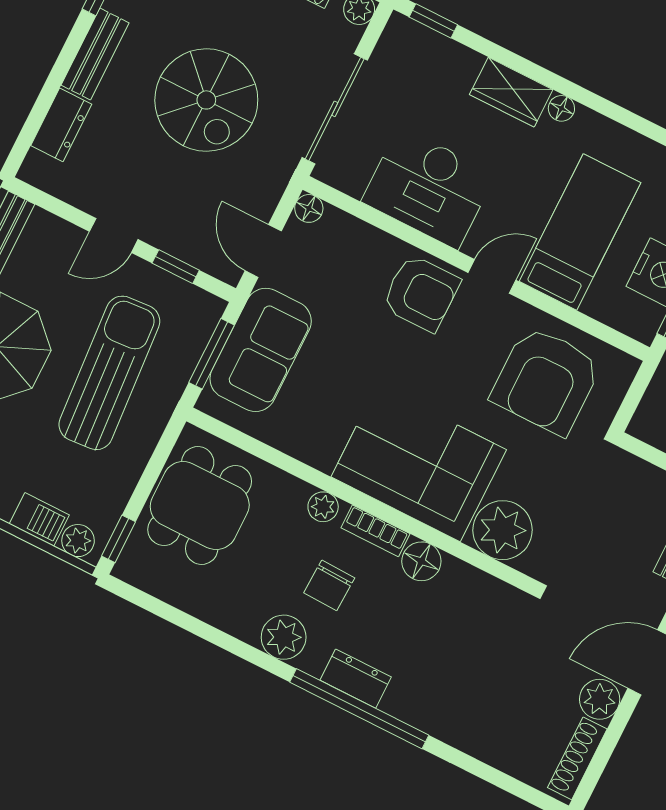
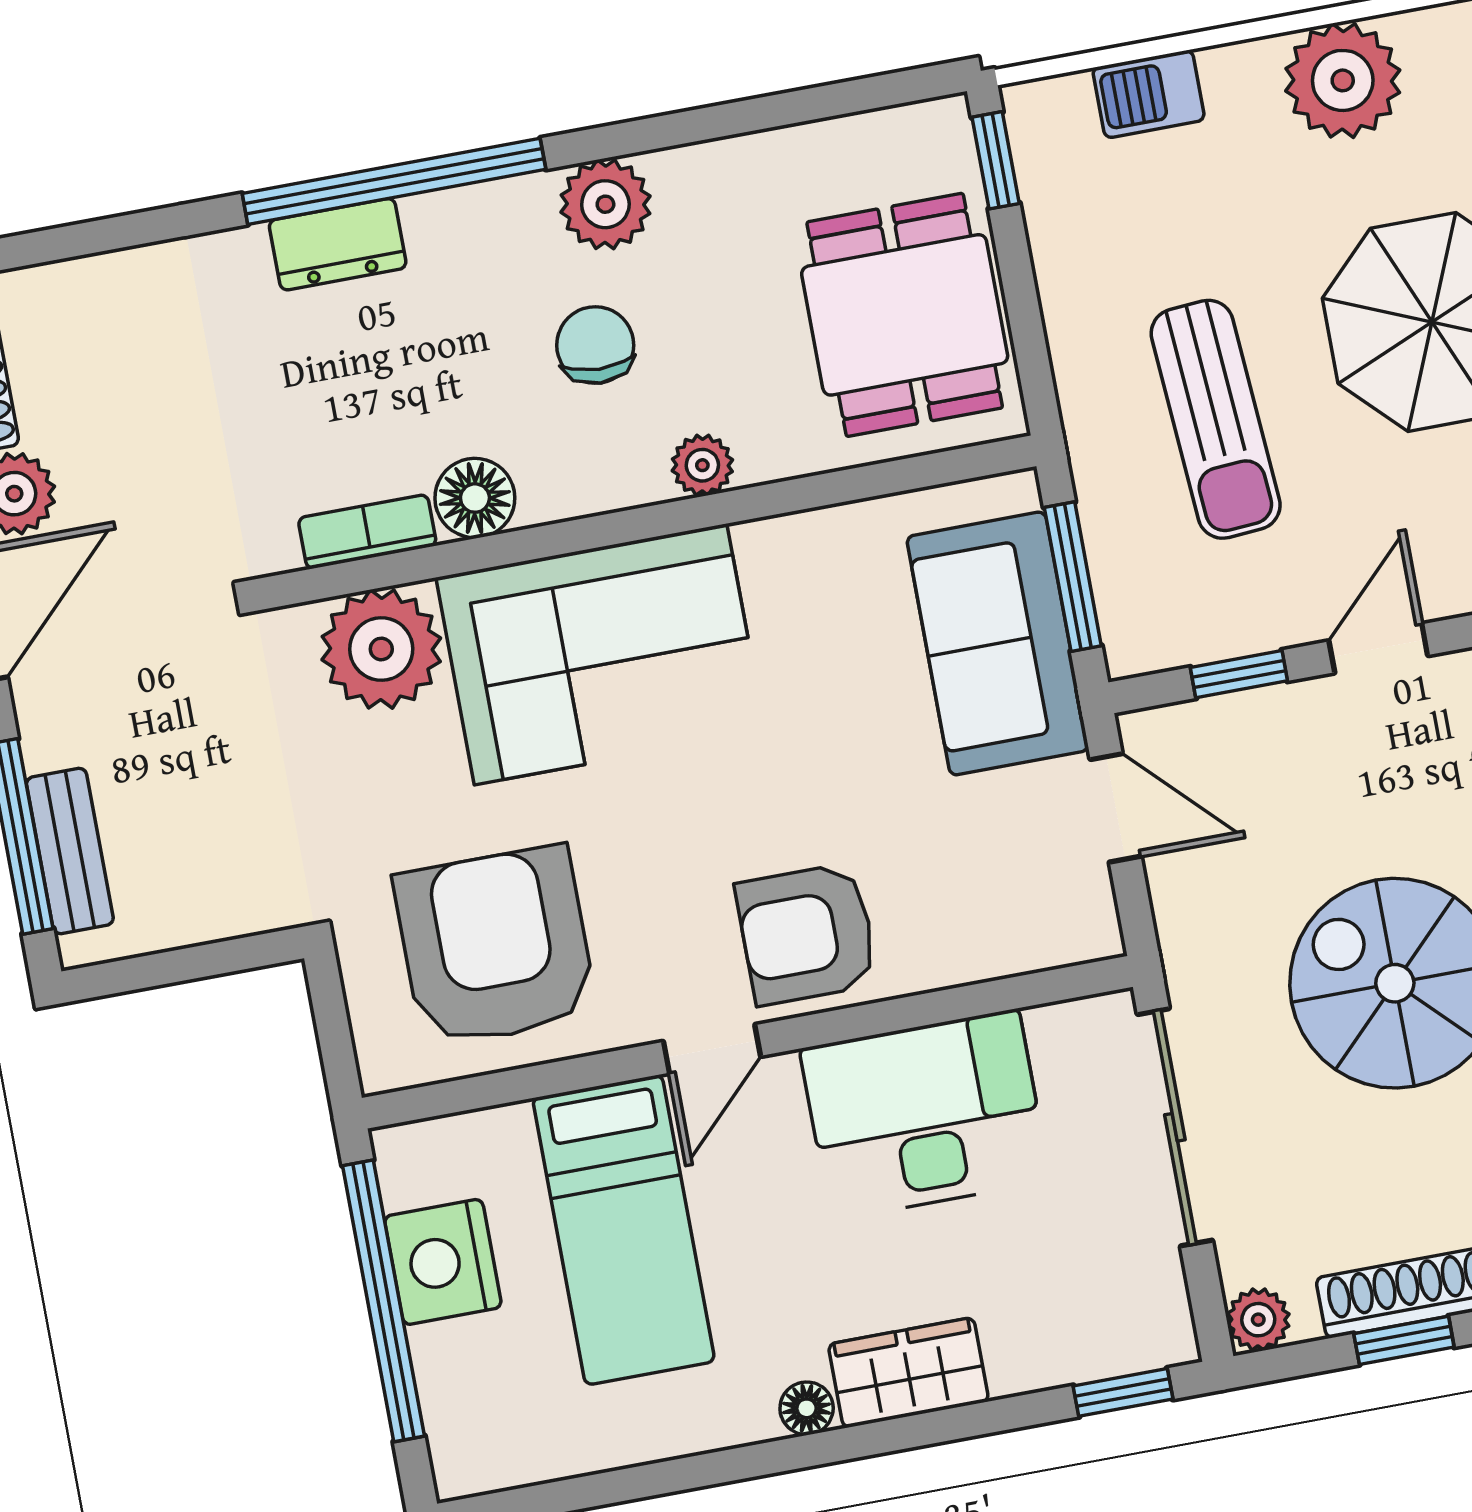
floor lamp: (309, 208) -> (1094, 933), removed
sun lounger: (109, 373) -> (1216, 419), width x0.73, depth x0.75
bookcase: (375, 531) -> (367, 532), moved
plant: (78, 541) -> (1059, 108), removed
dresser: (356, 679) -> (338, 244), moved

